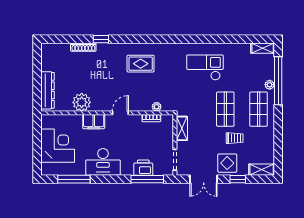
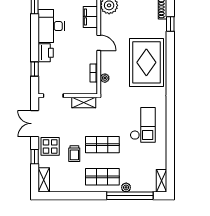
rug: (141, 64) -> (146, 62), width x1.86, depth x2.06
printer: (143, 168) -> (46, 53), moved
window: (147, 179) -> (35, 69), width x0.46

